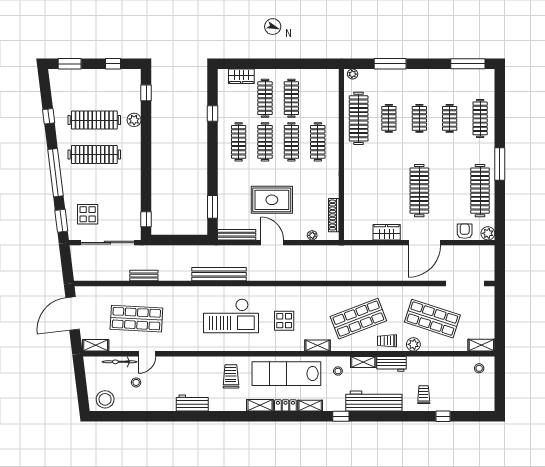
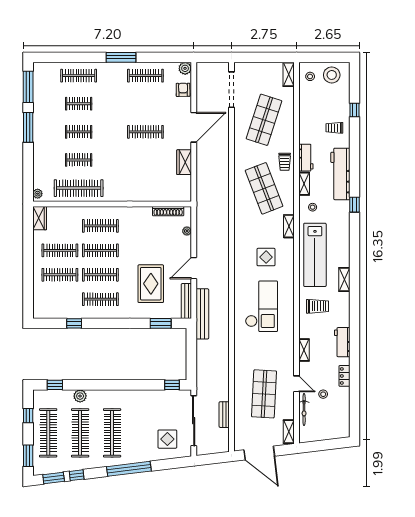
window: (390, 64) -> (28, 127), moved
wardrobe: (241, 76) -> (40, 218), moved
clothes rail: (94, 86) -> (48, 433), added
clothes rail: (419, 191) -> (145, 132), width x0.73, depth x0.76
clothes rail: (480, 191) -> (145, 76), width x0.73, depth x0.76
rug: (272, 200) -> (151, 284), moved
window: (61, 221) -> (54, 478), moved
armchair: (465, 231) -> (183, 90), turned 89
door: (424, 243) -> (194, 127), hinge flipped
bench: (219, 274) -> (202, 314), moved
bench: (144, 276) -> (224, 415), moved
plant: (413, 344) -> (288, 137), removed
trolley: (231, 376) -> (317, 306), turned 180
stool: (105, 399) -> (332, 75), moved
locker: (285, 405) -> (344, 376), moved
shelving: (310, 406) -> (304, 350), moved

